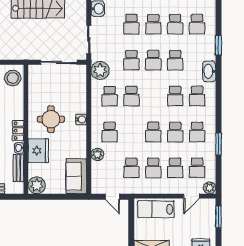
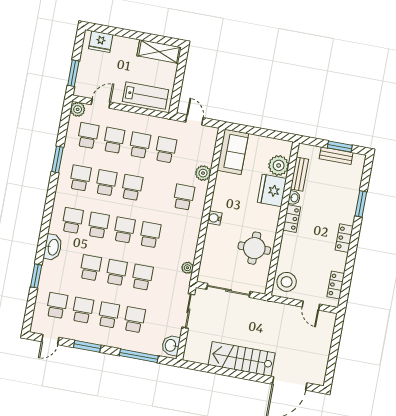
plant: (100, 70) -> (187, 268), width x0.53, depth x0.53
school desk: (110, 96) -> (124, 230), moved
round table: (51, 119) -> (254, 248), moved
plant: (37, 185) -> (279, 165), moved

